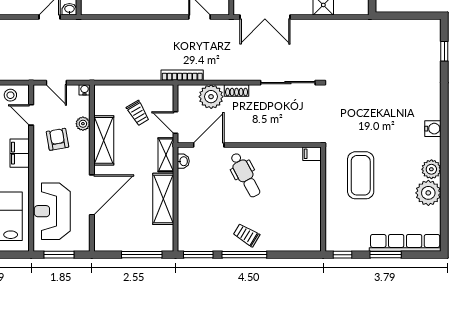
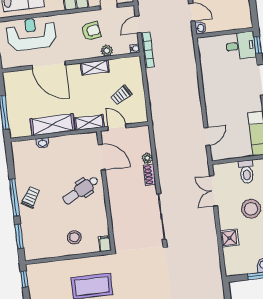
double door: (265, 17) -> (214, 191), width x0.73
bookcase: (182, 75) -> (147, 50), moved
plant: (211, 97) -> (147, 158), width x0.53, depth x0.53
door: (175, 123) -> (117, 127), hinge flipped
shelving: (104, 140) -> (95, 67), width x0.67, depth x0.75
washbasin: (183, 161) -> (43, 143), moved
stool: (300, 189) -> (74, 237), added
window: (198, 255) -> (19, 236), moved

